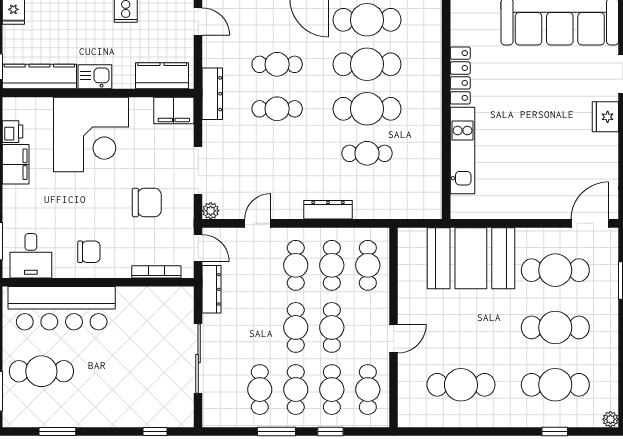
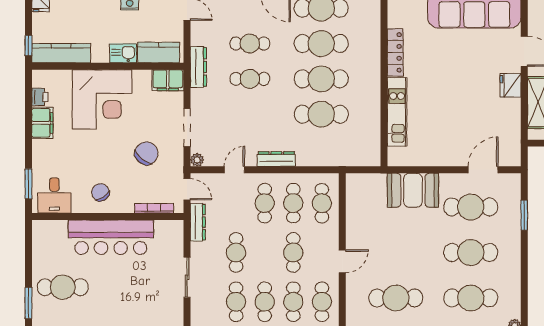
kitchen sink: (95, 77) -> (123, 53), moved
cafe table: (367, 153) -> (321, 114), width x1.37, depth x1.35
chair: (147, 202) -> (146, 153), turned -51
dresser: (328, 210) -> (276, 159), moved
door: (590, 223) -> (483, 170), moved
chair: (89, 252) -> (100, 192), turned -123
booth: (471, 258) -> (413, 190), width x0.73, depth x0.70
bar counter: (62, 308) -> (111, 237), moved
cafe table: (296, 327) -> (236, 252), moved
sliding door: (198, 359) -> (187, 277), width x0.73

